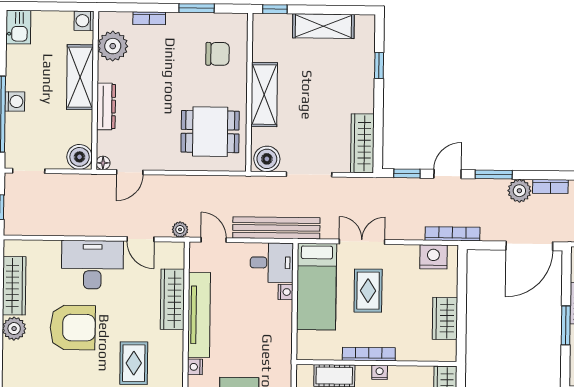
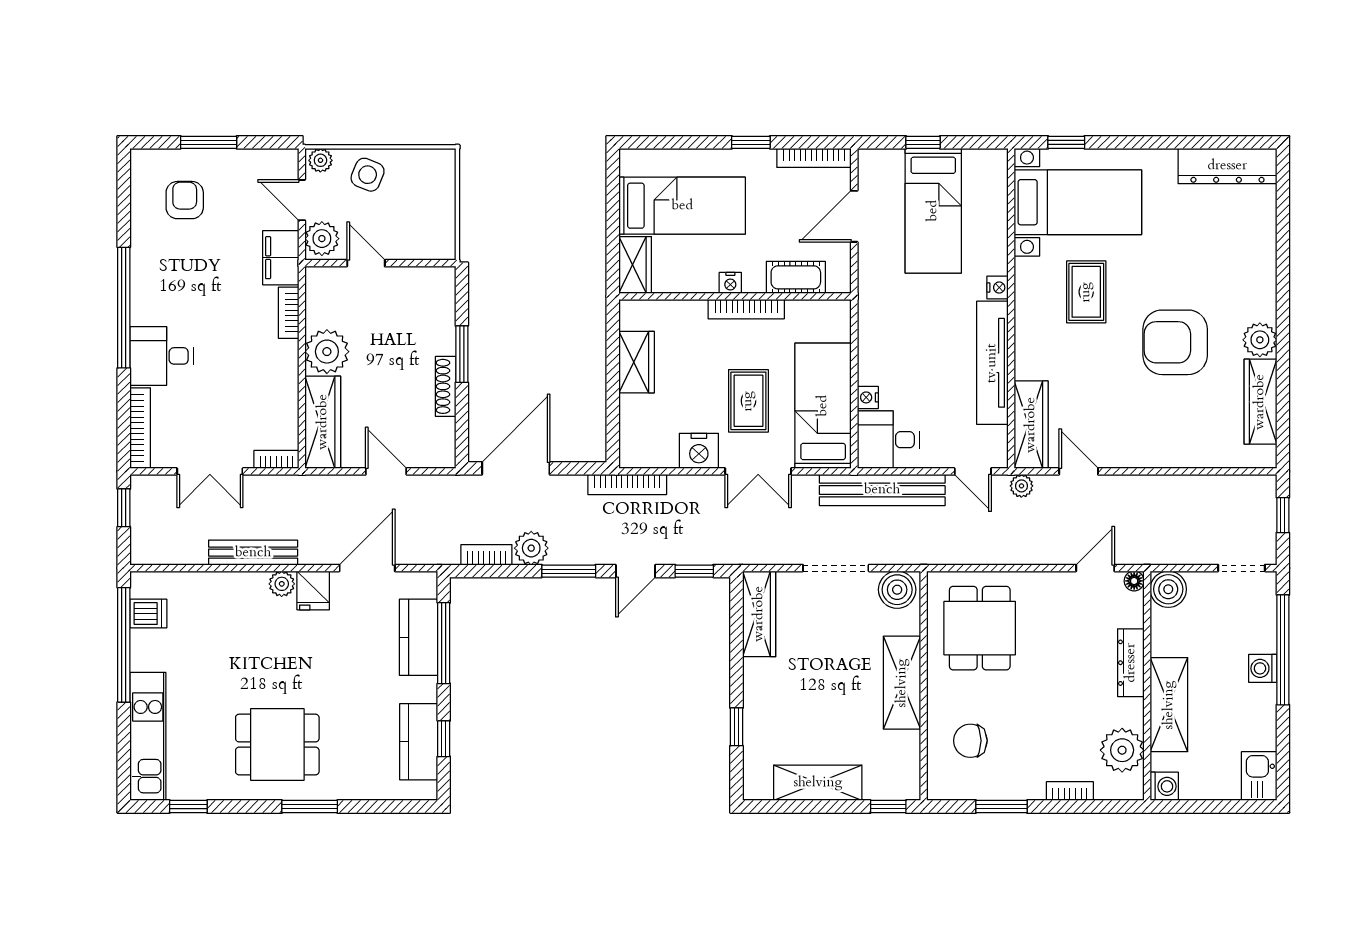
dining table: (210, 132) -> (980, 628), turned 90
nightstand: (433, 257) -> (699, 451), moved
desk: (92, 265) -> (1148, 433), removed
wardrobe: (173, 299) -> (1031, 425), moved

